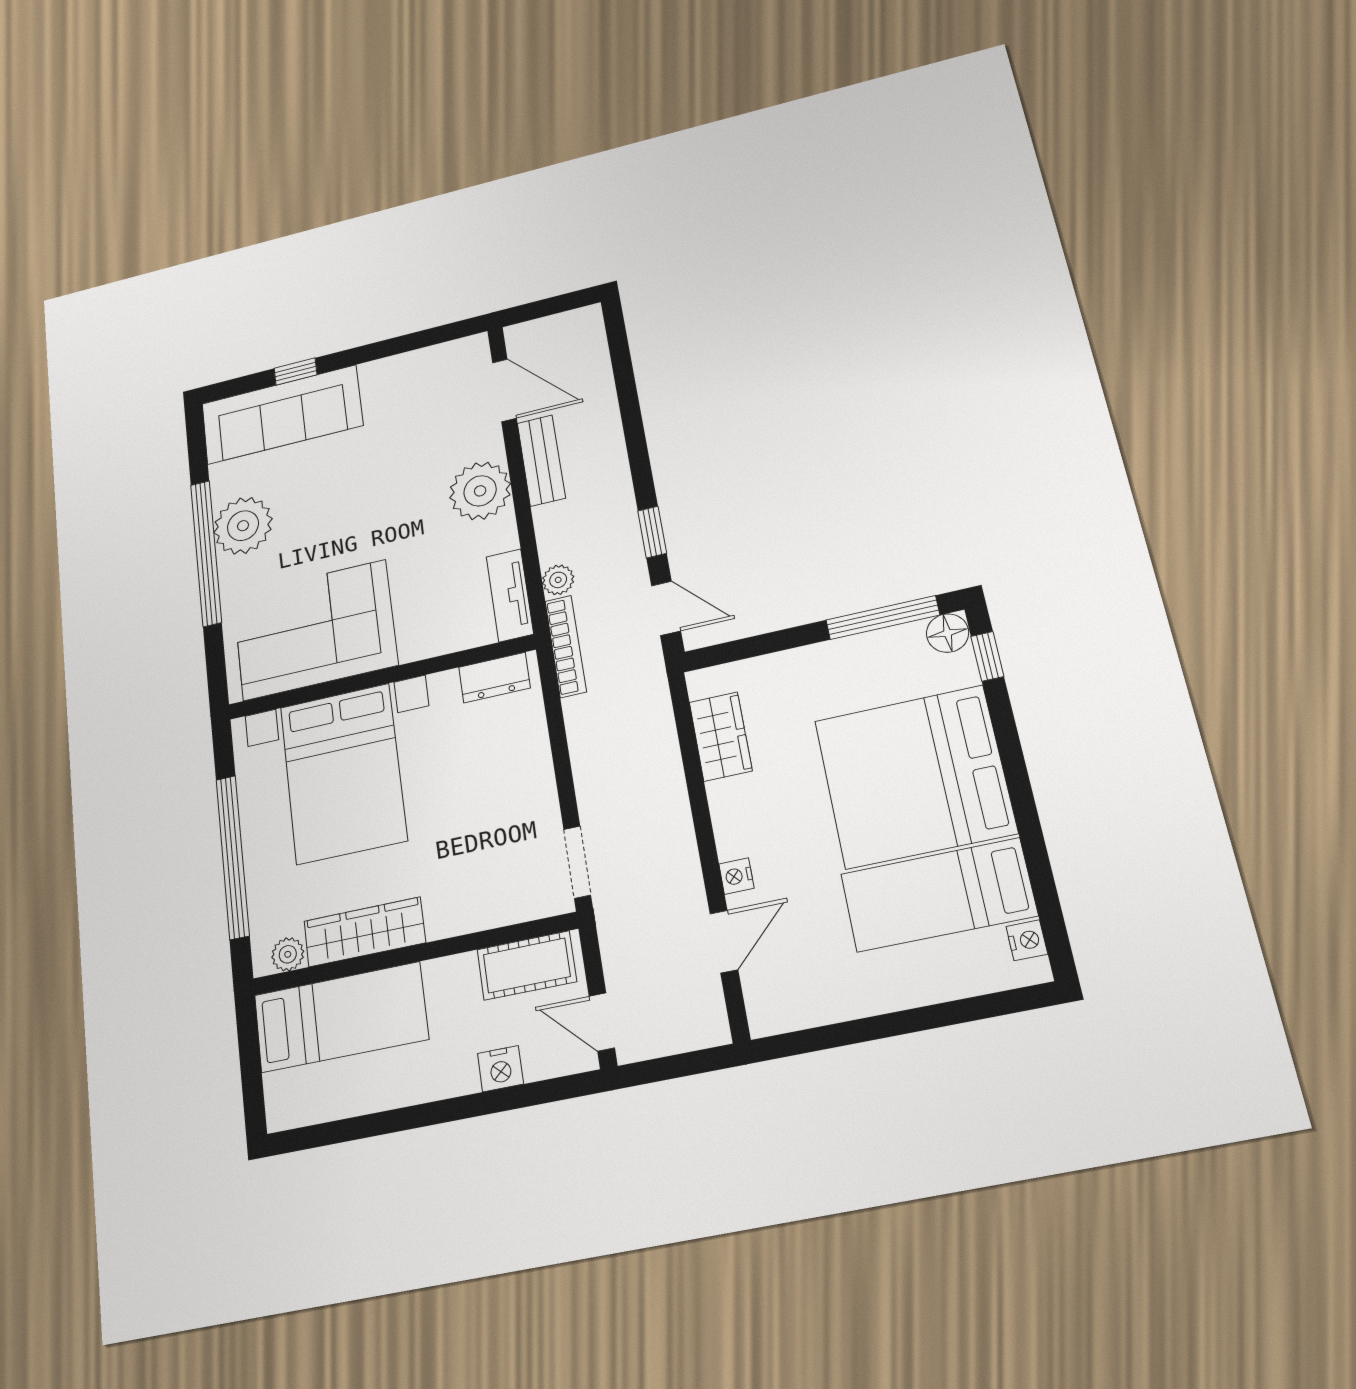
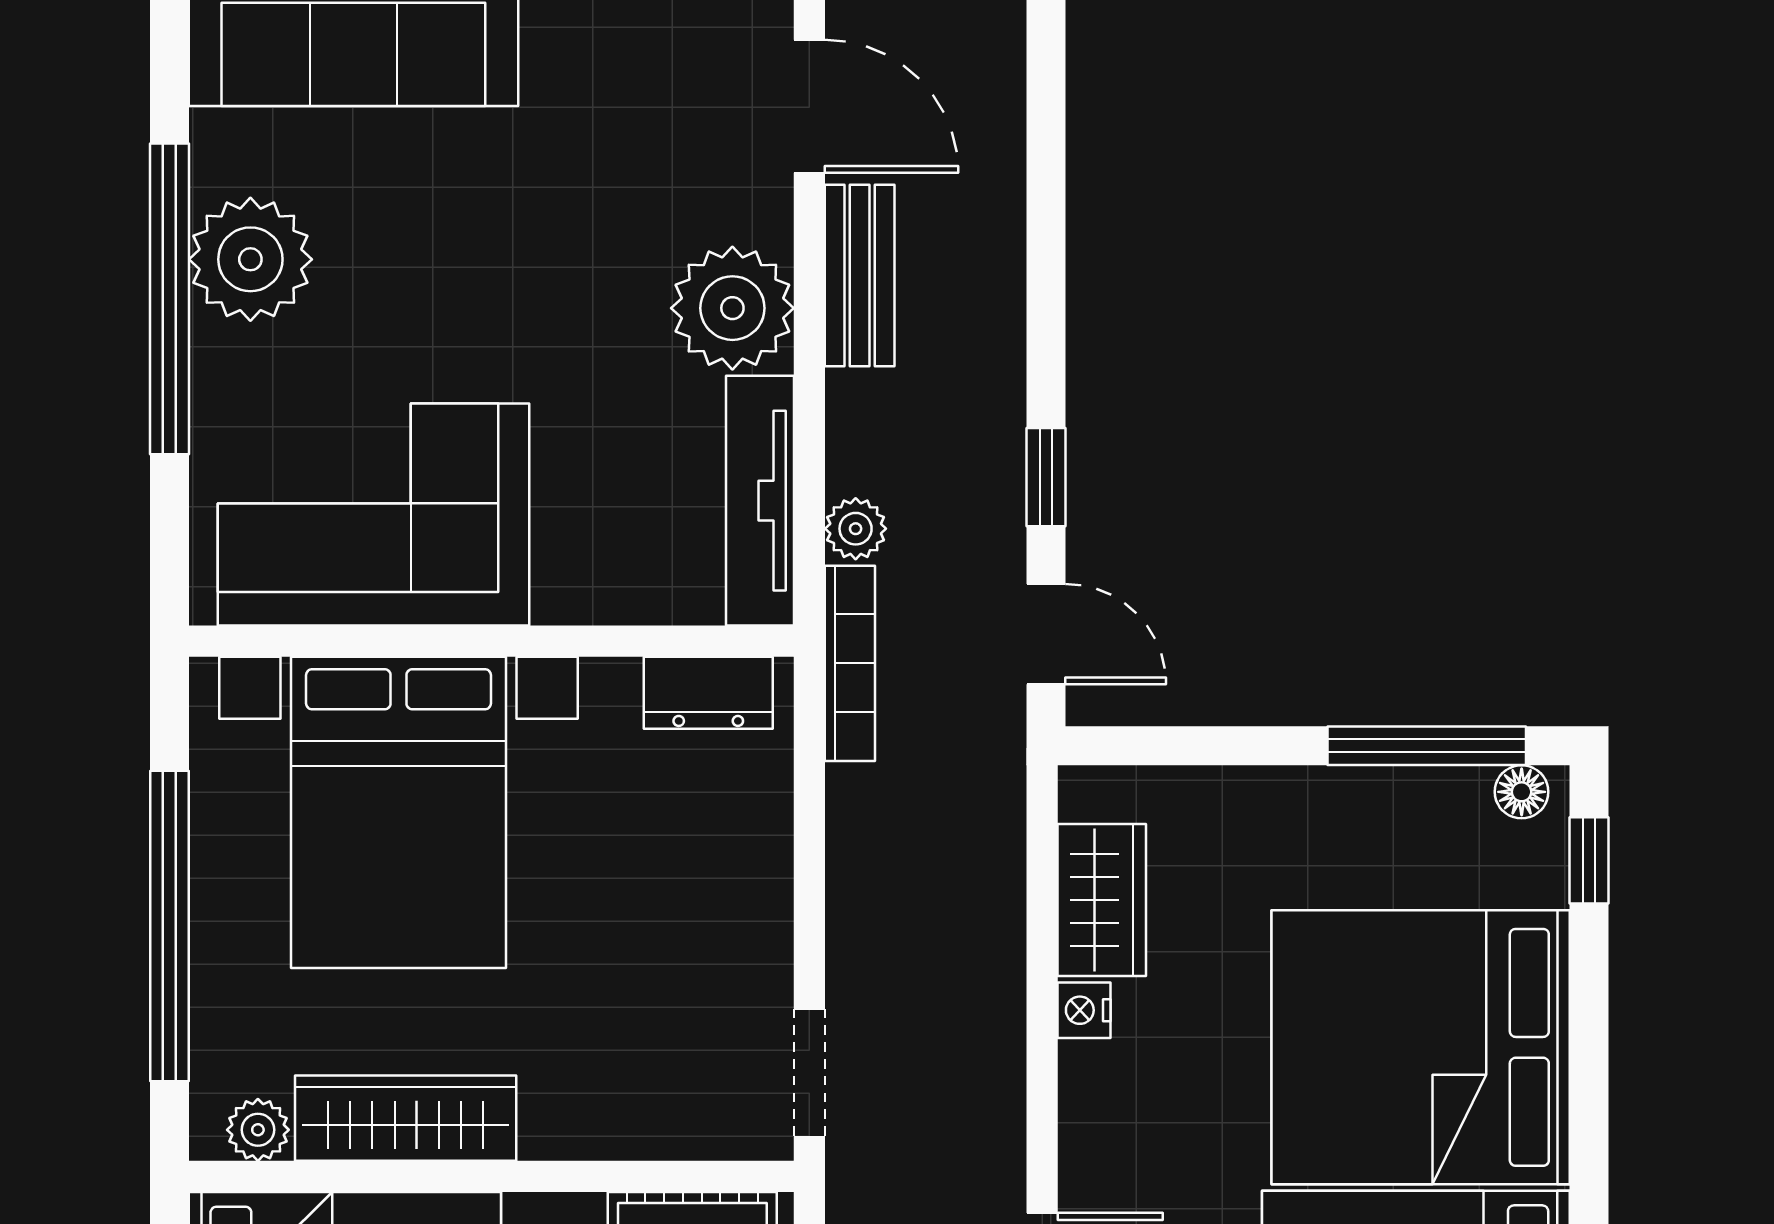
tv unit: (510, 595) -> (760, 501), width x1.41
floor lamp: (948, 633) -> (1522, 792), width x0.73, depth x0.73
nightstand: (736, 876) -> (1084, 1010), moved

